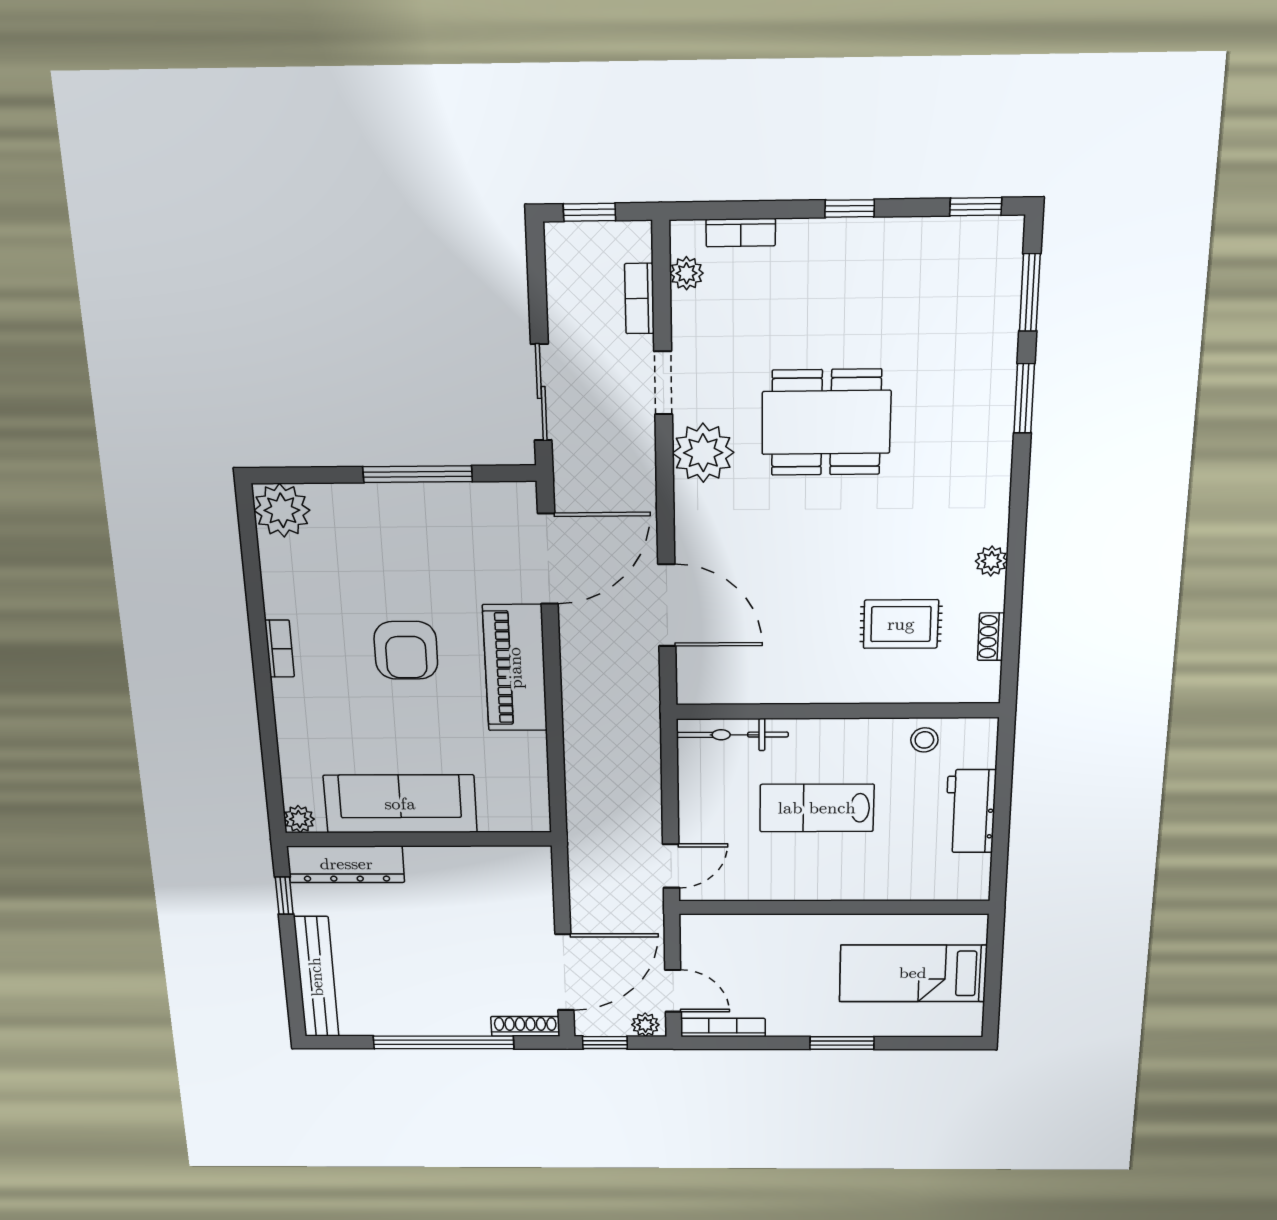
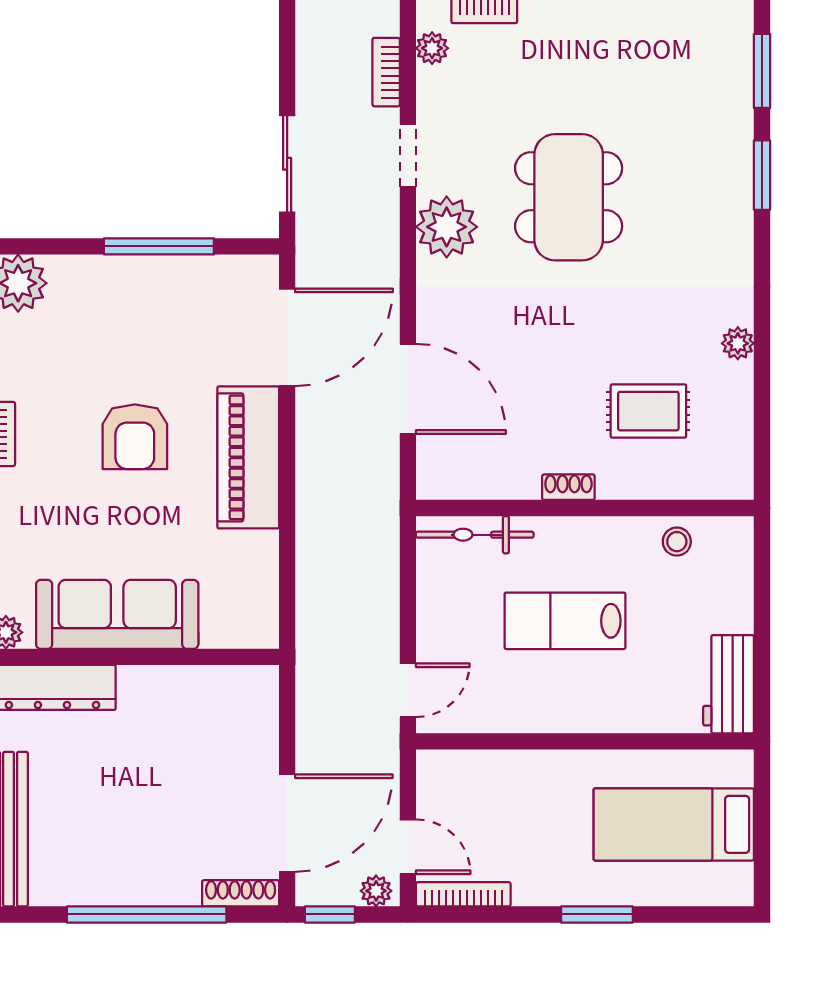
dining table: (826, 422) -> (569, 197), turned 90
shoe rack: (991, 637) -> (568, 487), moved, turned 90
workbench: (970, 811) -> (729, 684), moved

